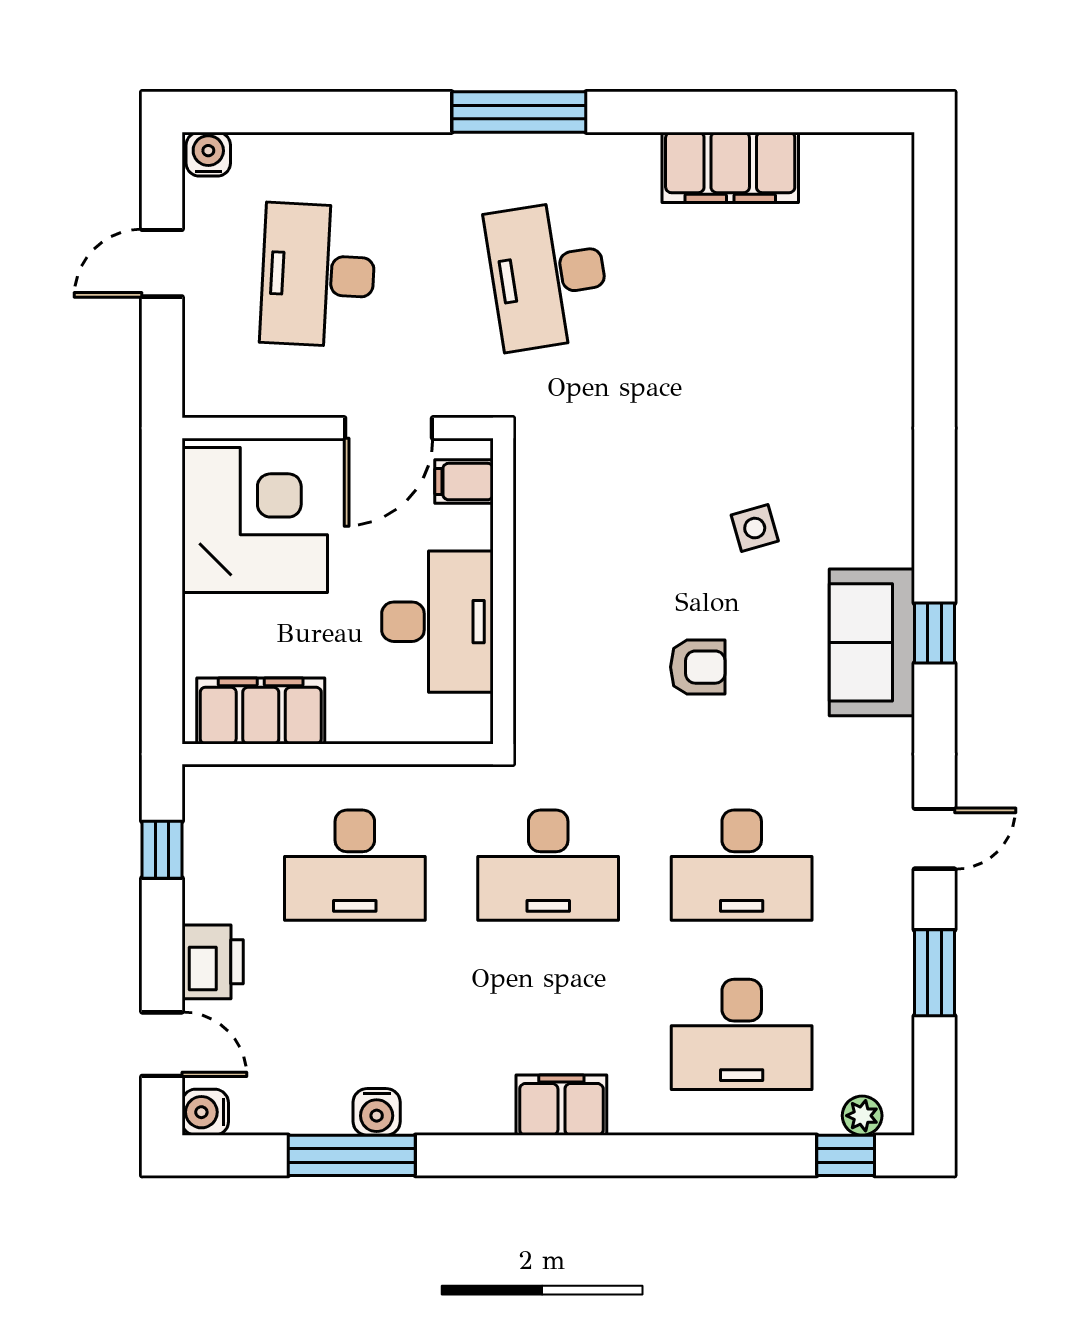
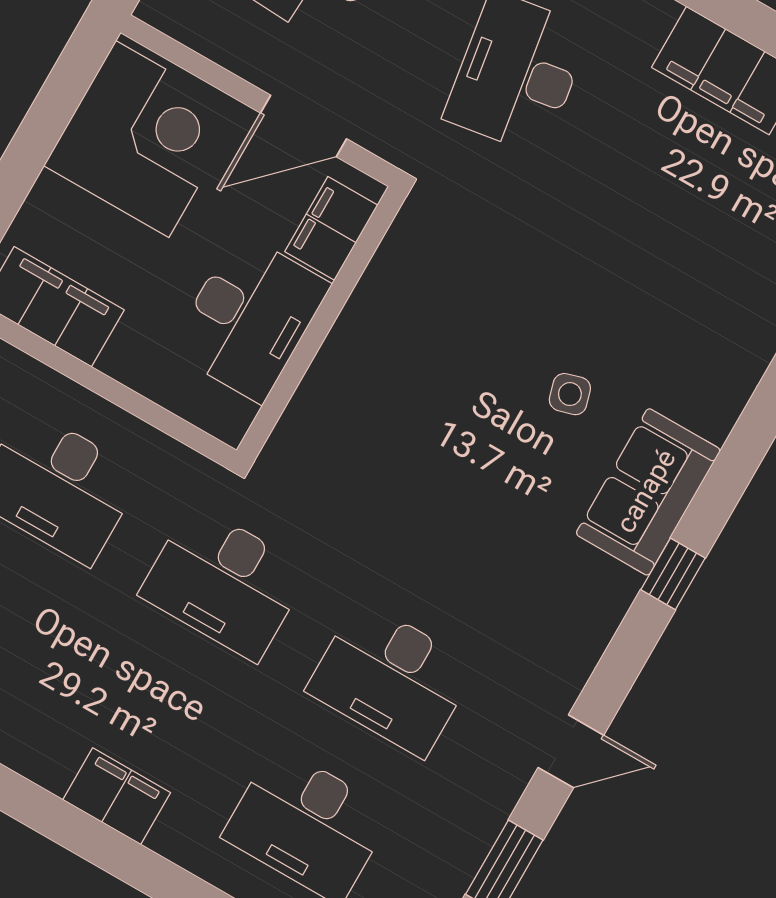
filing cabinet: (464, 482) -> (331, 228), width x2.00
sofa: (872, 642) -> (648, 492), moved
armchair: (698, 667) -> (452, 486), removed

